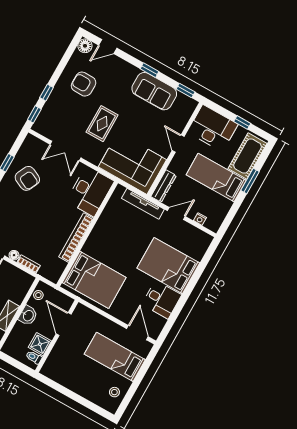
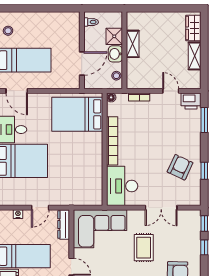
double door: (66, 151) -> (161, 208), swing flipped
armchair: (27, 178) -> (180, 167), turned 89
tv unit: (143, 204) -> (72, 200), removed
floor lamp: (14, 255) -> (111, 97), moved
door: (64, 324) -> (82, 64), hinge flipped
shower: (40, 344) -> (114, 36), moved

